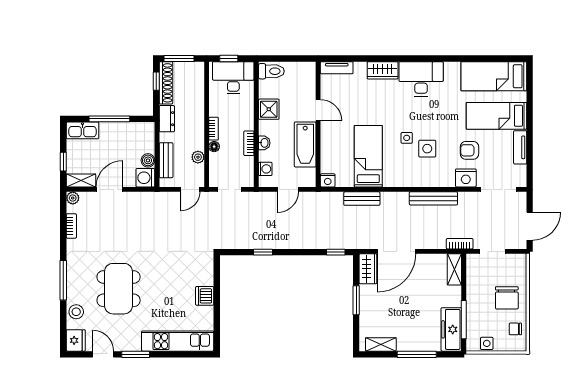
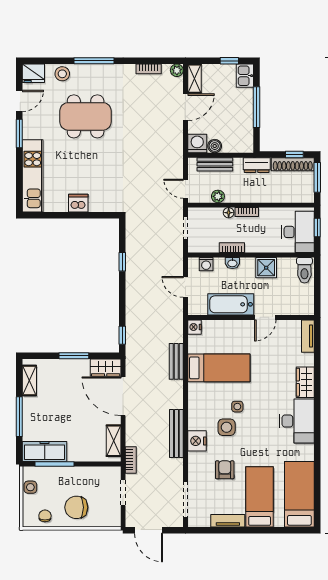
kitchen sink: (82, 130) -> (245, 76), width x0.73
window: (63, 162) -> (229, 61), moved
nightstand: (466, 178) -> (197, 441), moved
door: (109, 189) -> (185, 107), hinge flipped
shelving: (454, 269) -> (114, 441), moved, turned 90

